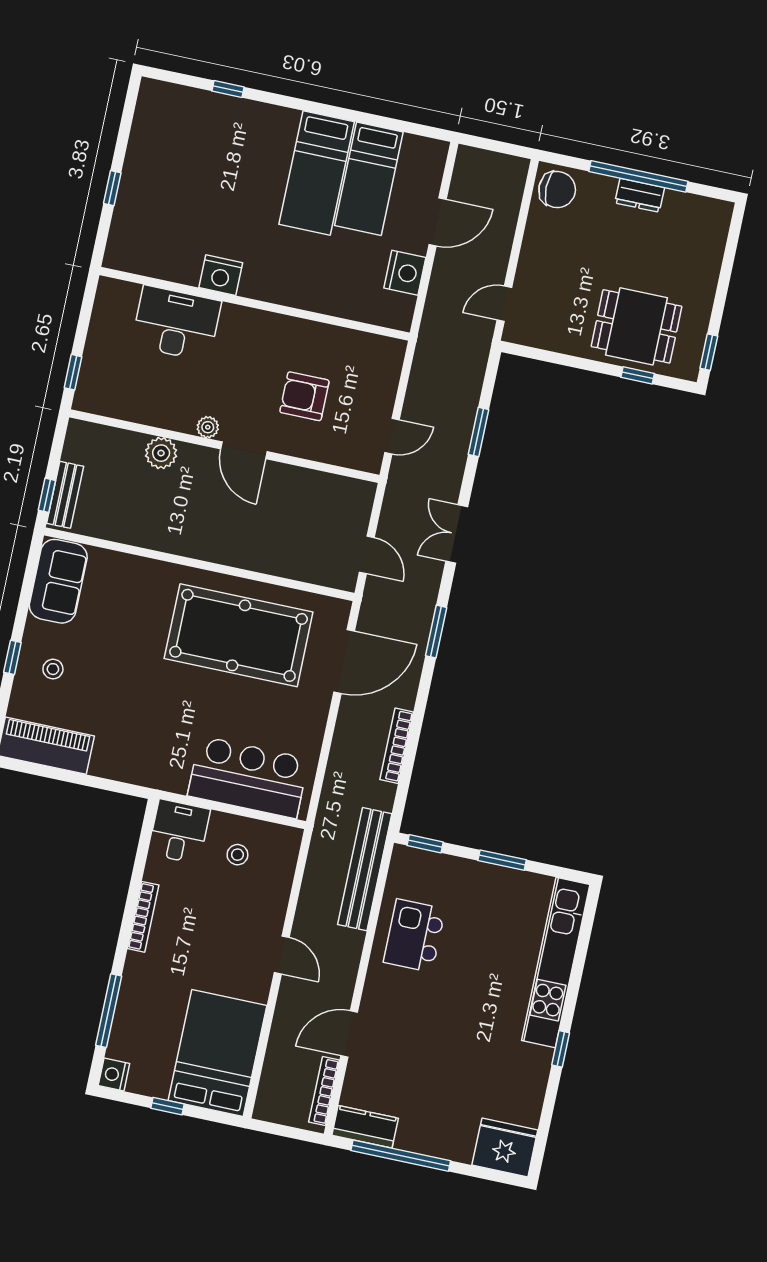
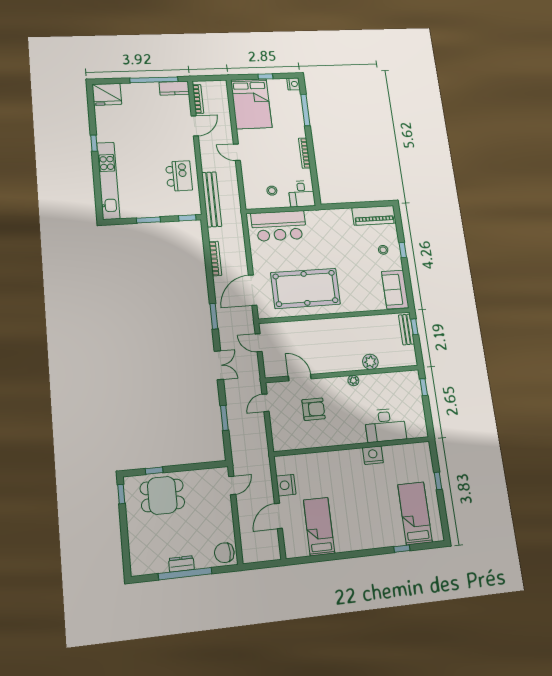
bed: (317, 173) -> (415, 513), moved
door: (244, 450) -> (300, 378), moved

